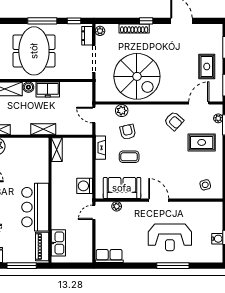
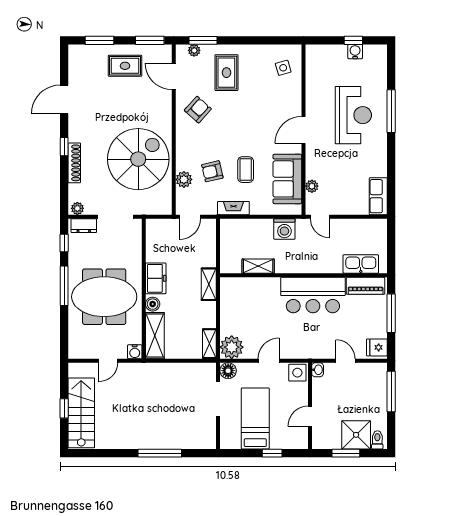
shelving: (57, 150) -> (258, 266), moved

